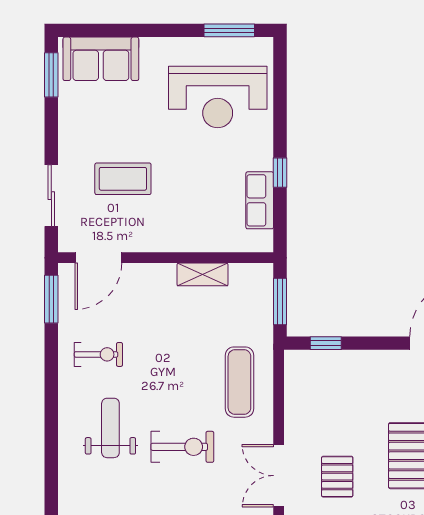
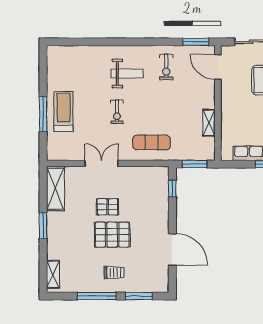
exercise bike: (182, 447) -> (117, 112), width x0.73, depth x0.72
pallet: (337, 477) -> (107, 207), moved

